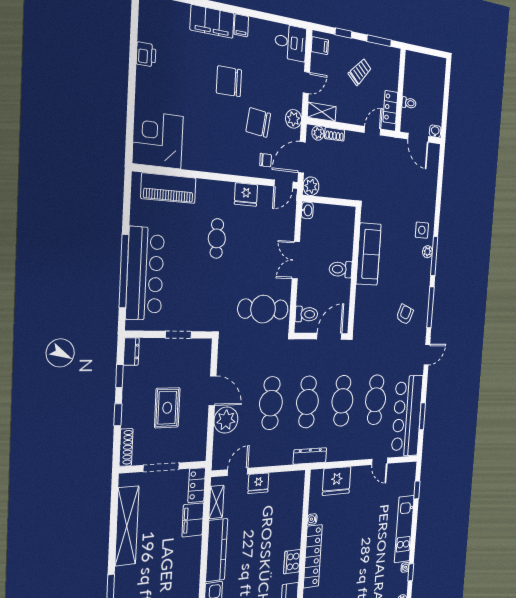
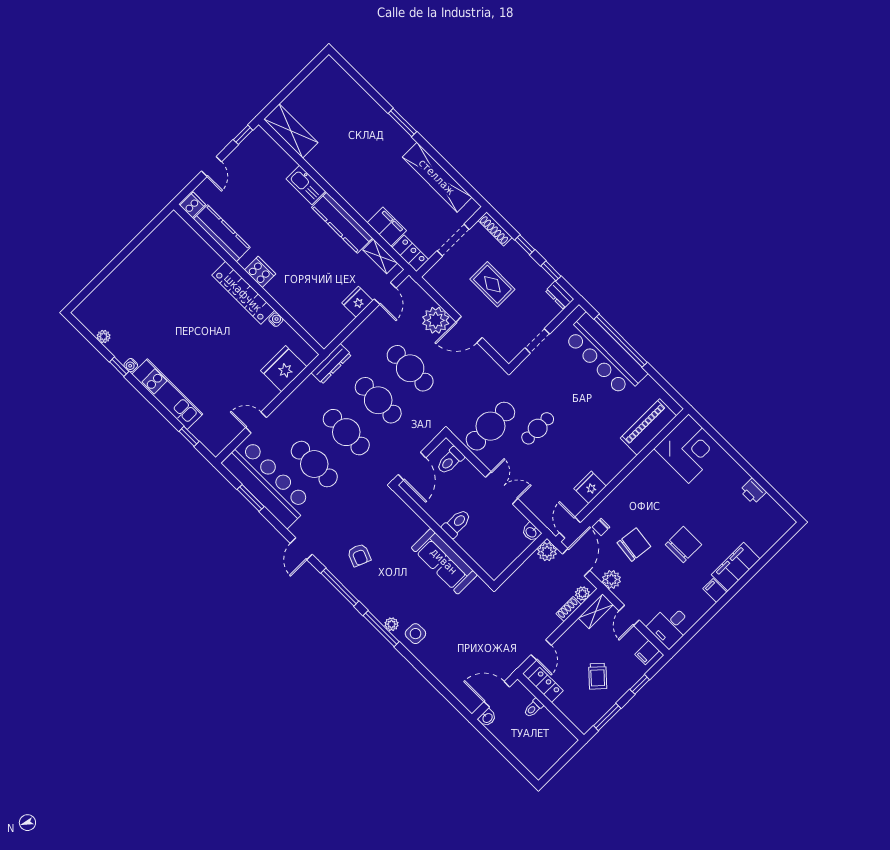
cafe table: (217, 238) -> (538, 428), moved, turned 90

